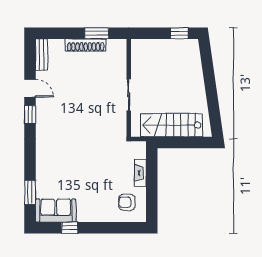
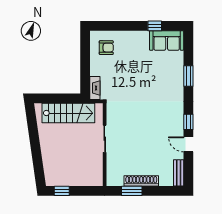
fireplace: (140, 173) -> (95, 88), moved
window: (30, 192) -> (188, 76), moved

